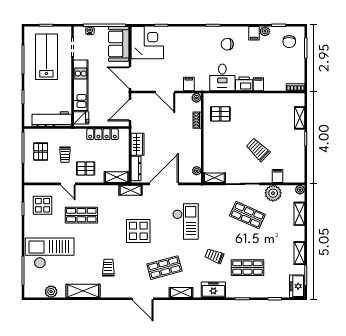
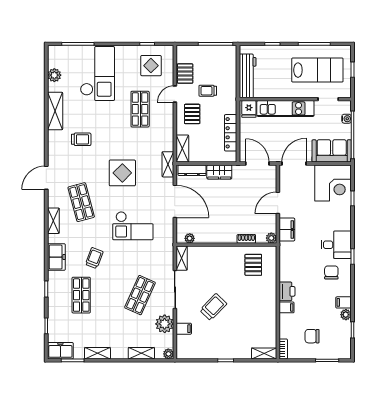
chair: (289, 42) -> (312, 336), moved
desk: (222, 77) -> (336, 245), moved, turned 180
filing cabinet: (189, 84) -> (287, 229), width x2.00
shelving: (300, 118) -> (264, 353), moved
pallet: (41, 152) -> (185, 74), moved, turned 90

